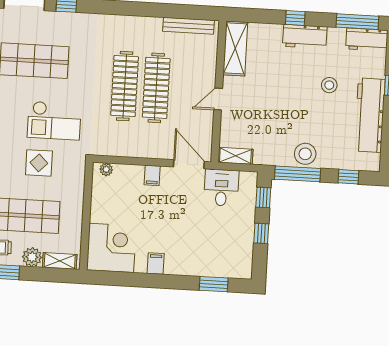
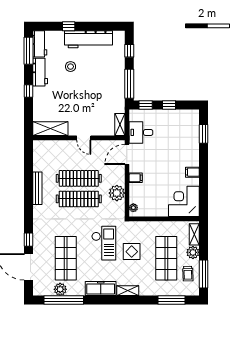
bench: (188, 26) -> (37, 188), moved
workbench: (305, 37) -> (40, 72), moved
plant: (130, 145) -> (117, 193), added
stool: (305, 154) -> (116, 80), removed

